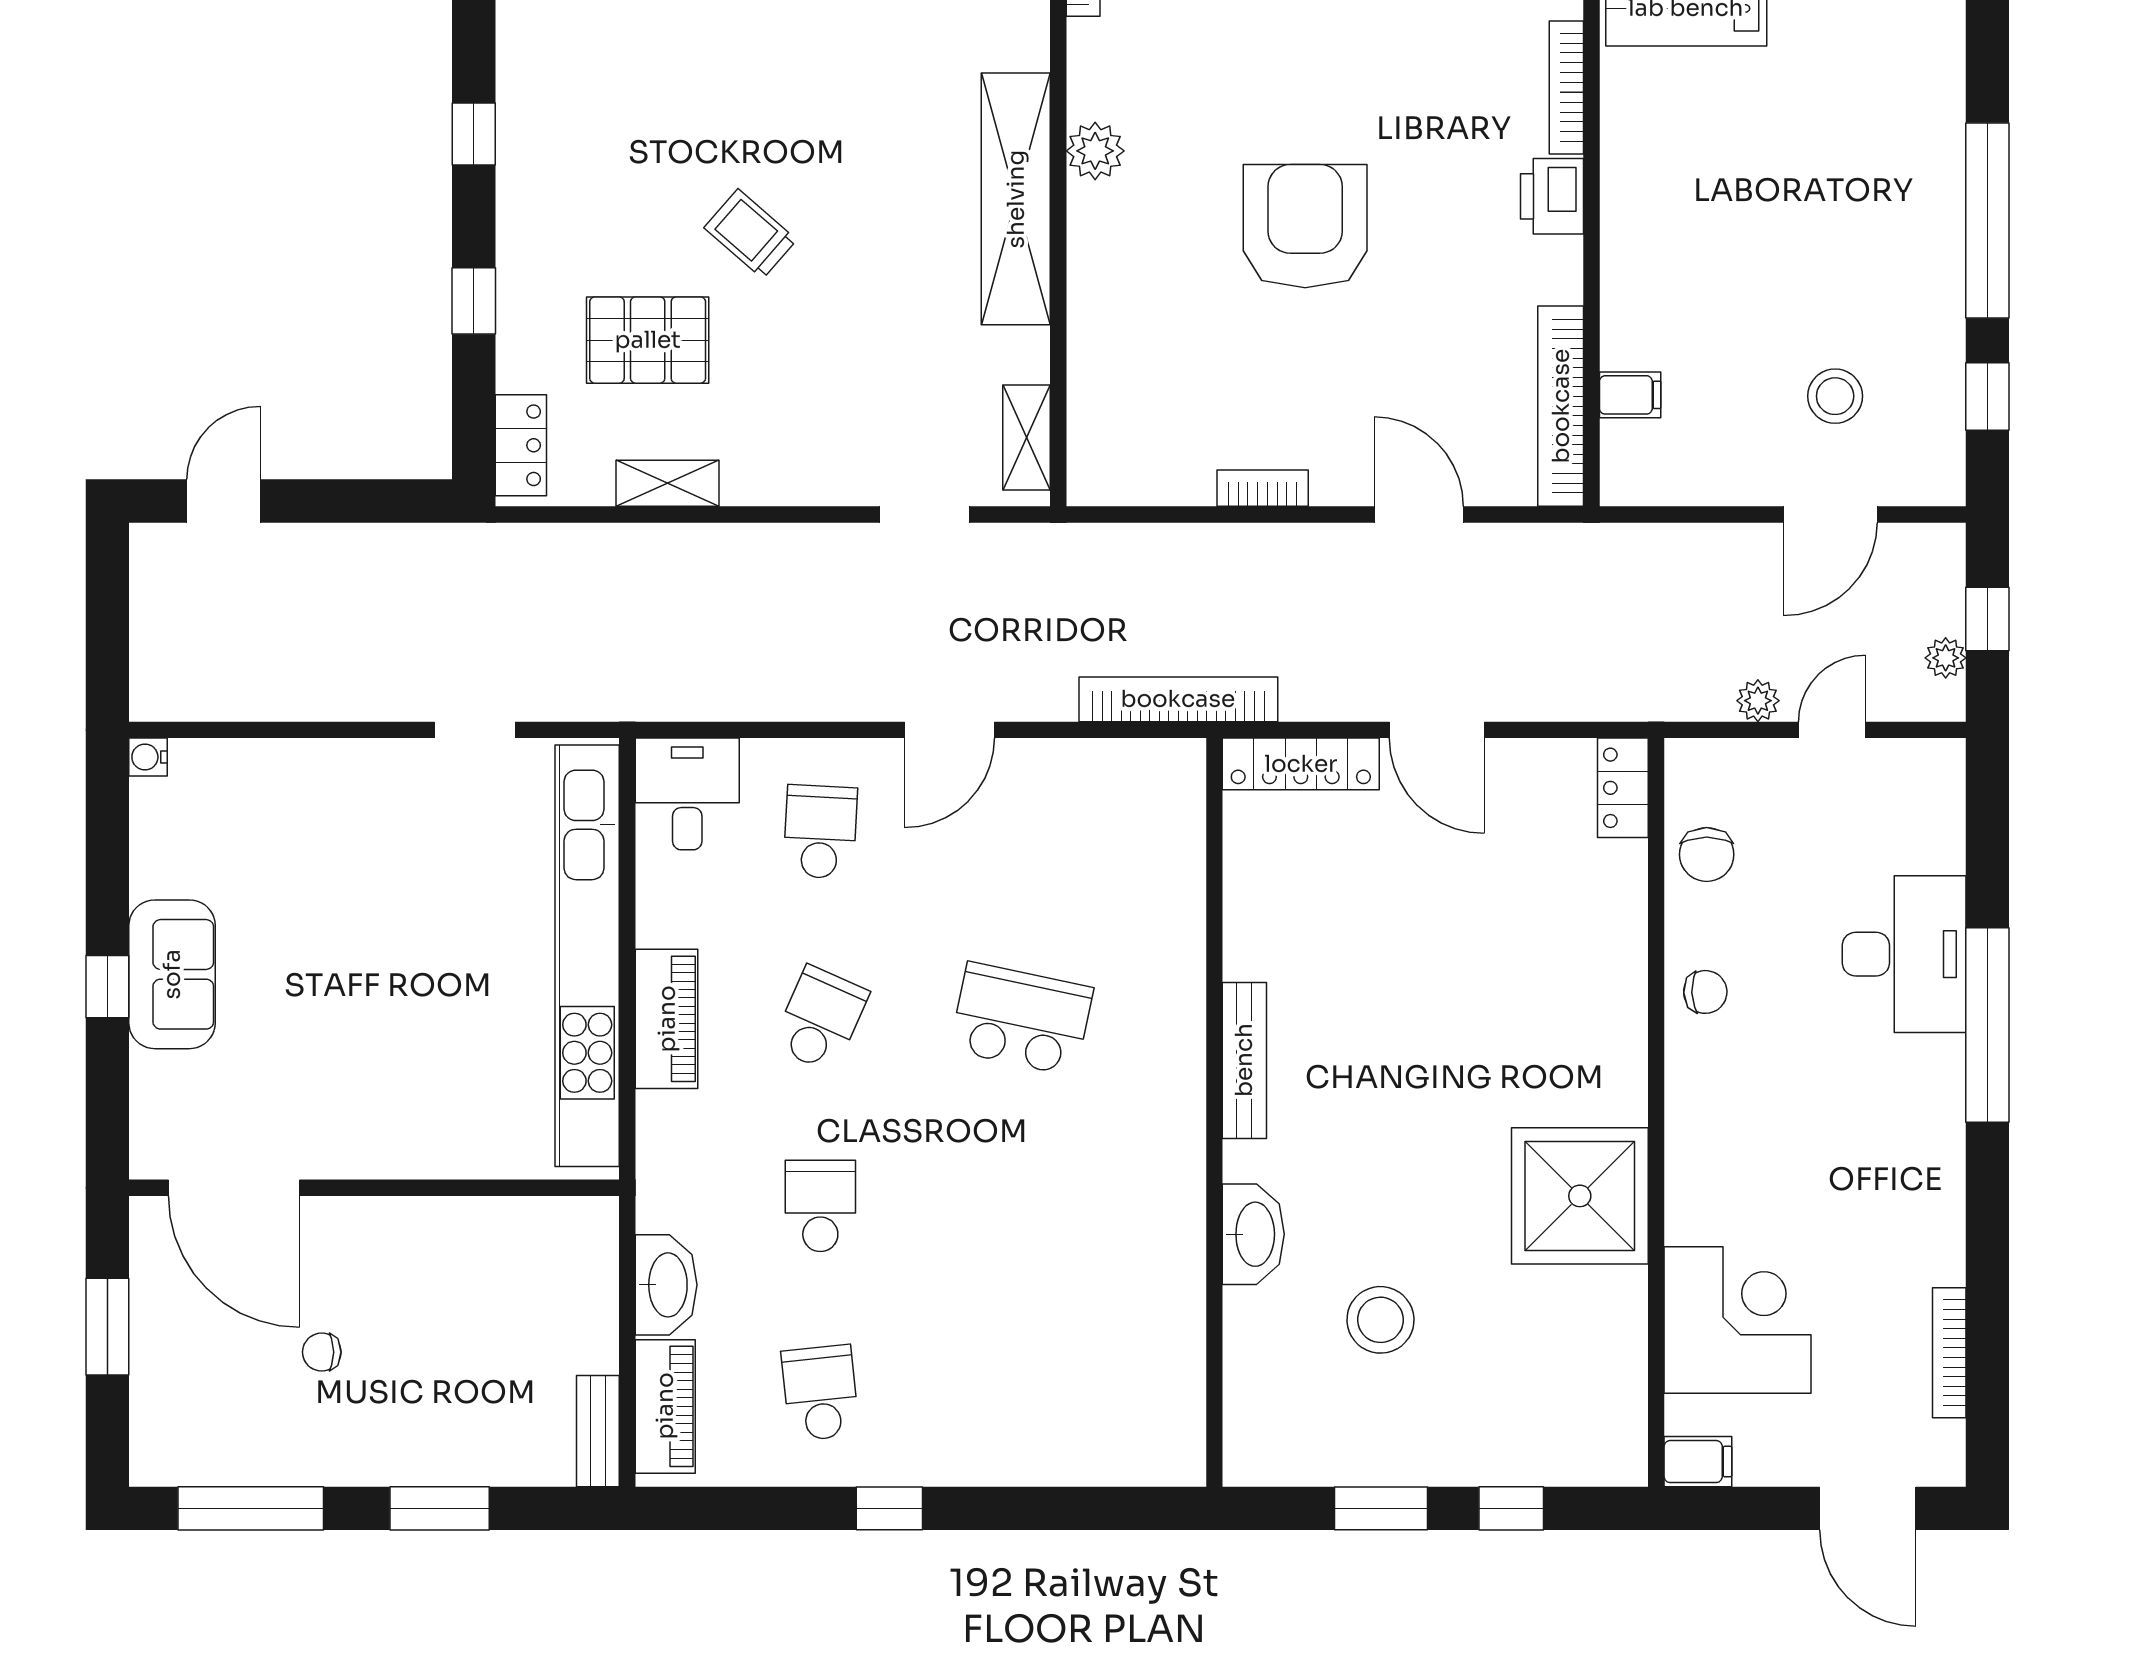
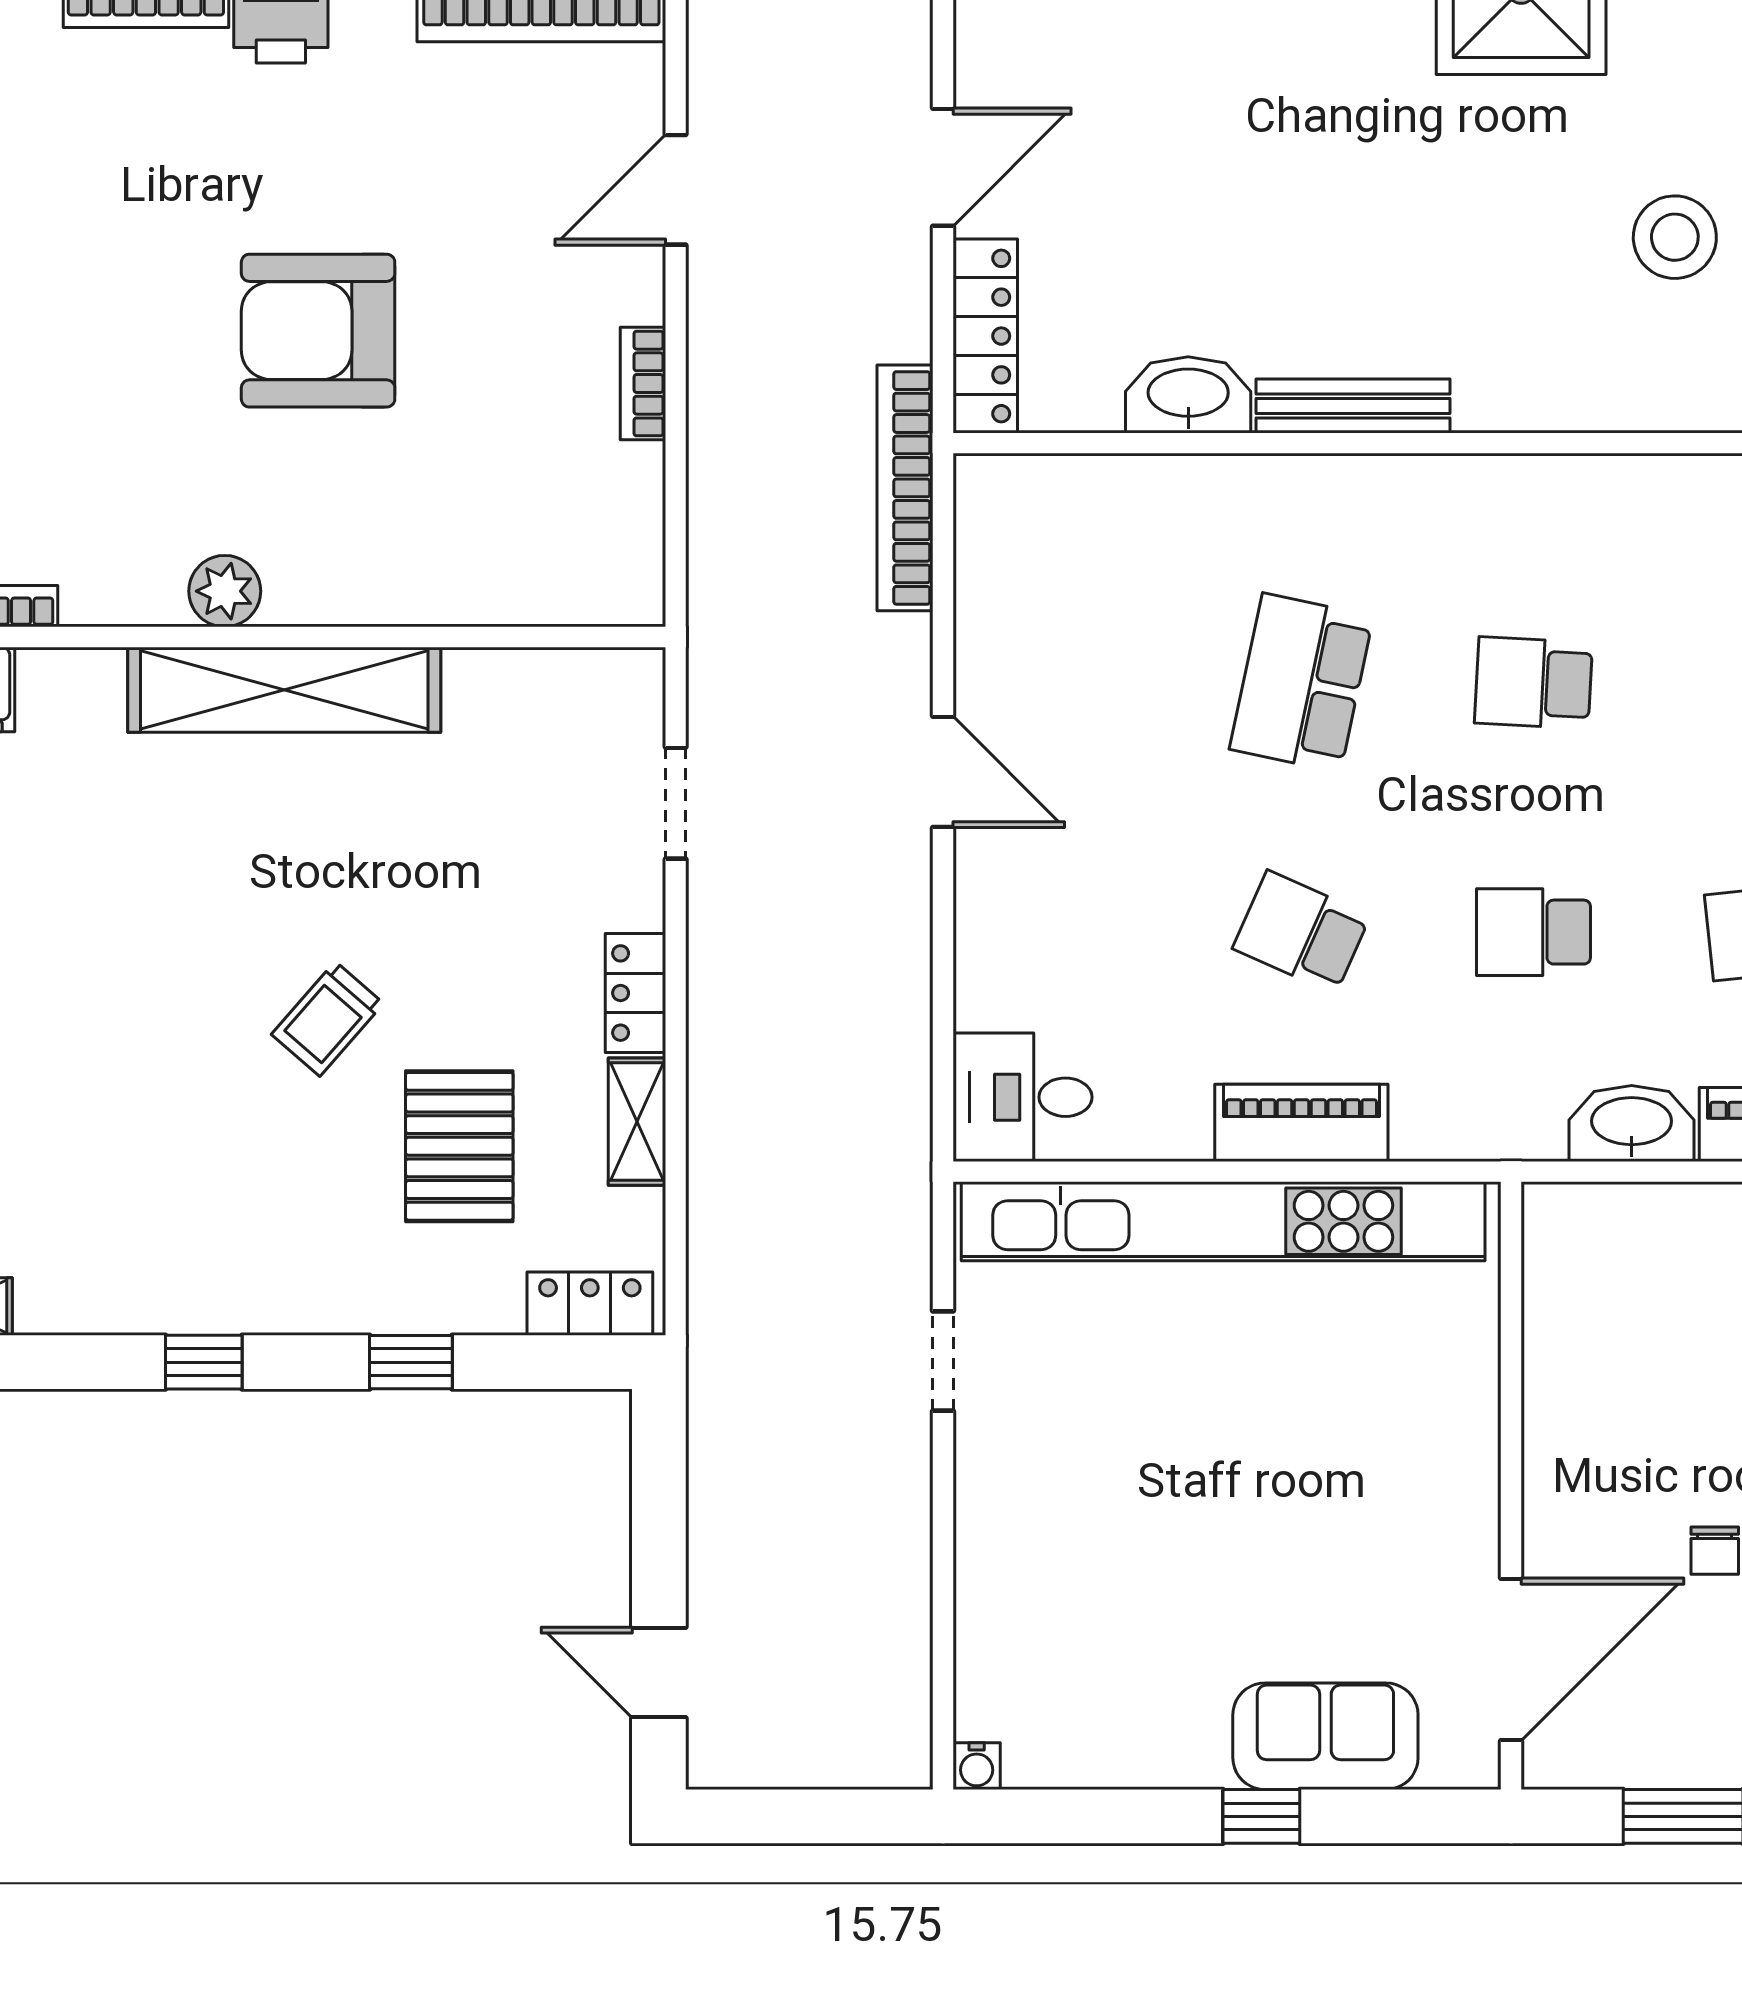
shelving: (1026, 437) -> (580, 676), removed
locker: (771, 482) -> (636, 993), added
school desk: (820, 832) -> (1533, 683), moved
sofa: (172, 974) -> (1325, 1736), moved
washbasin: (1253, 1234) -> (1188, 395), moved

